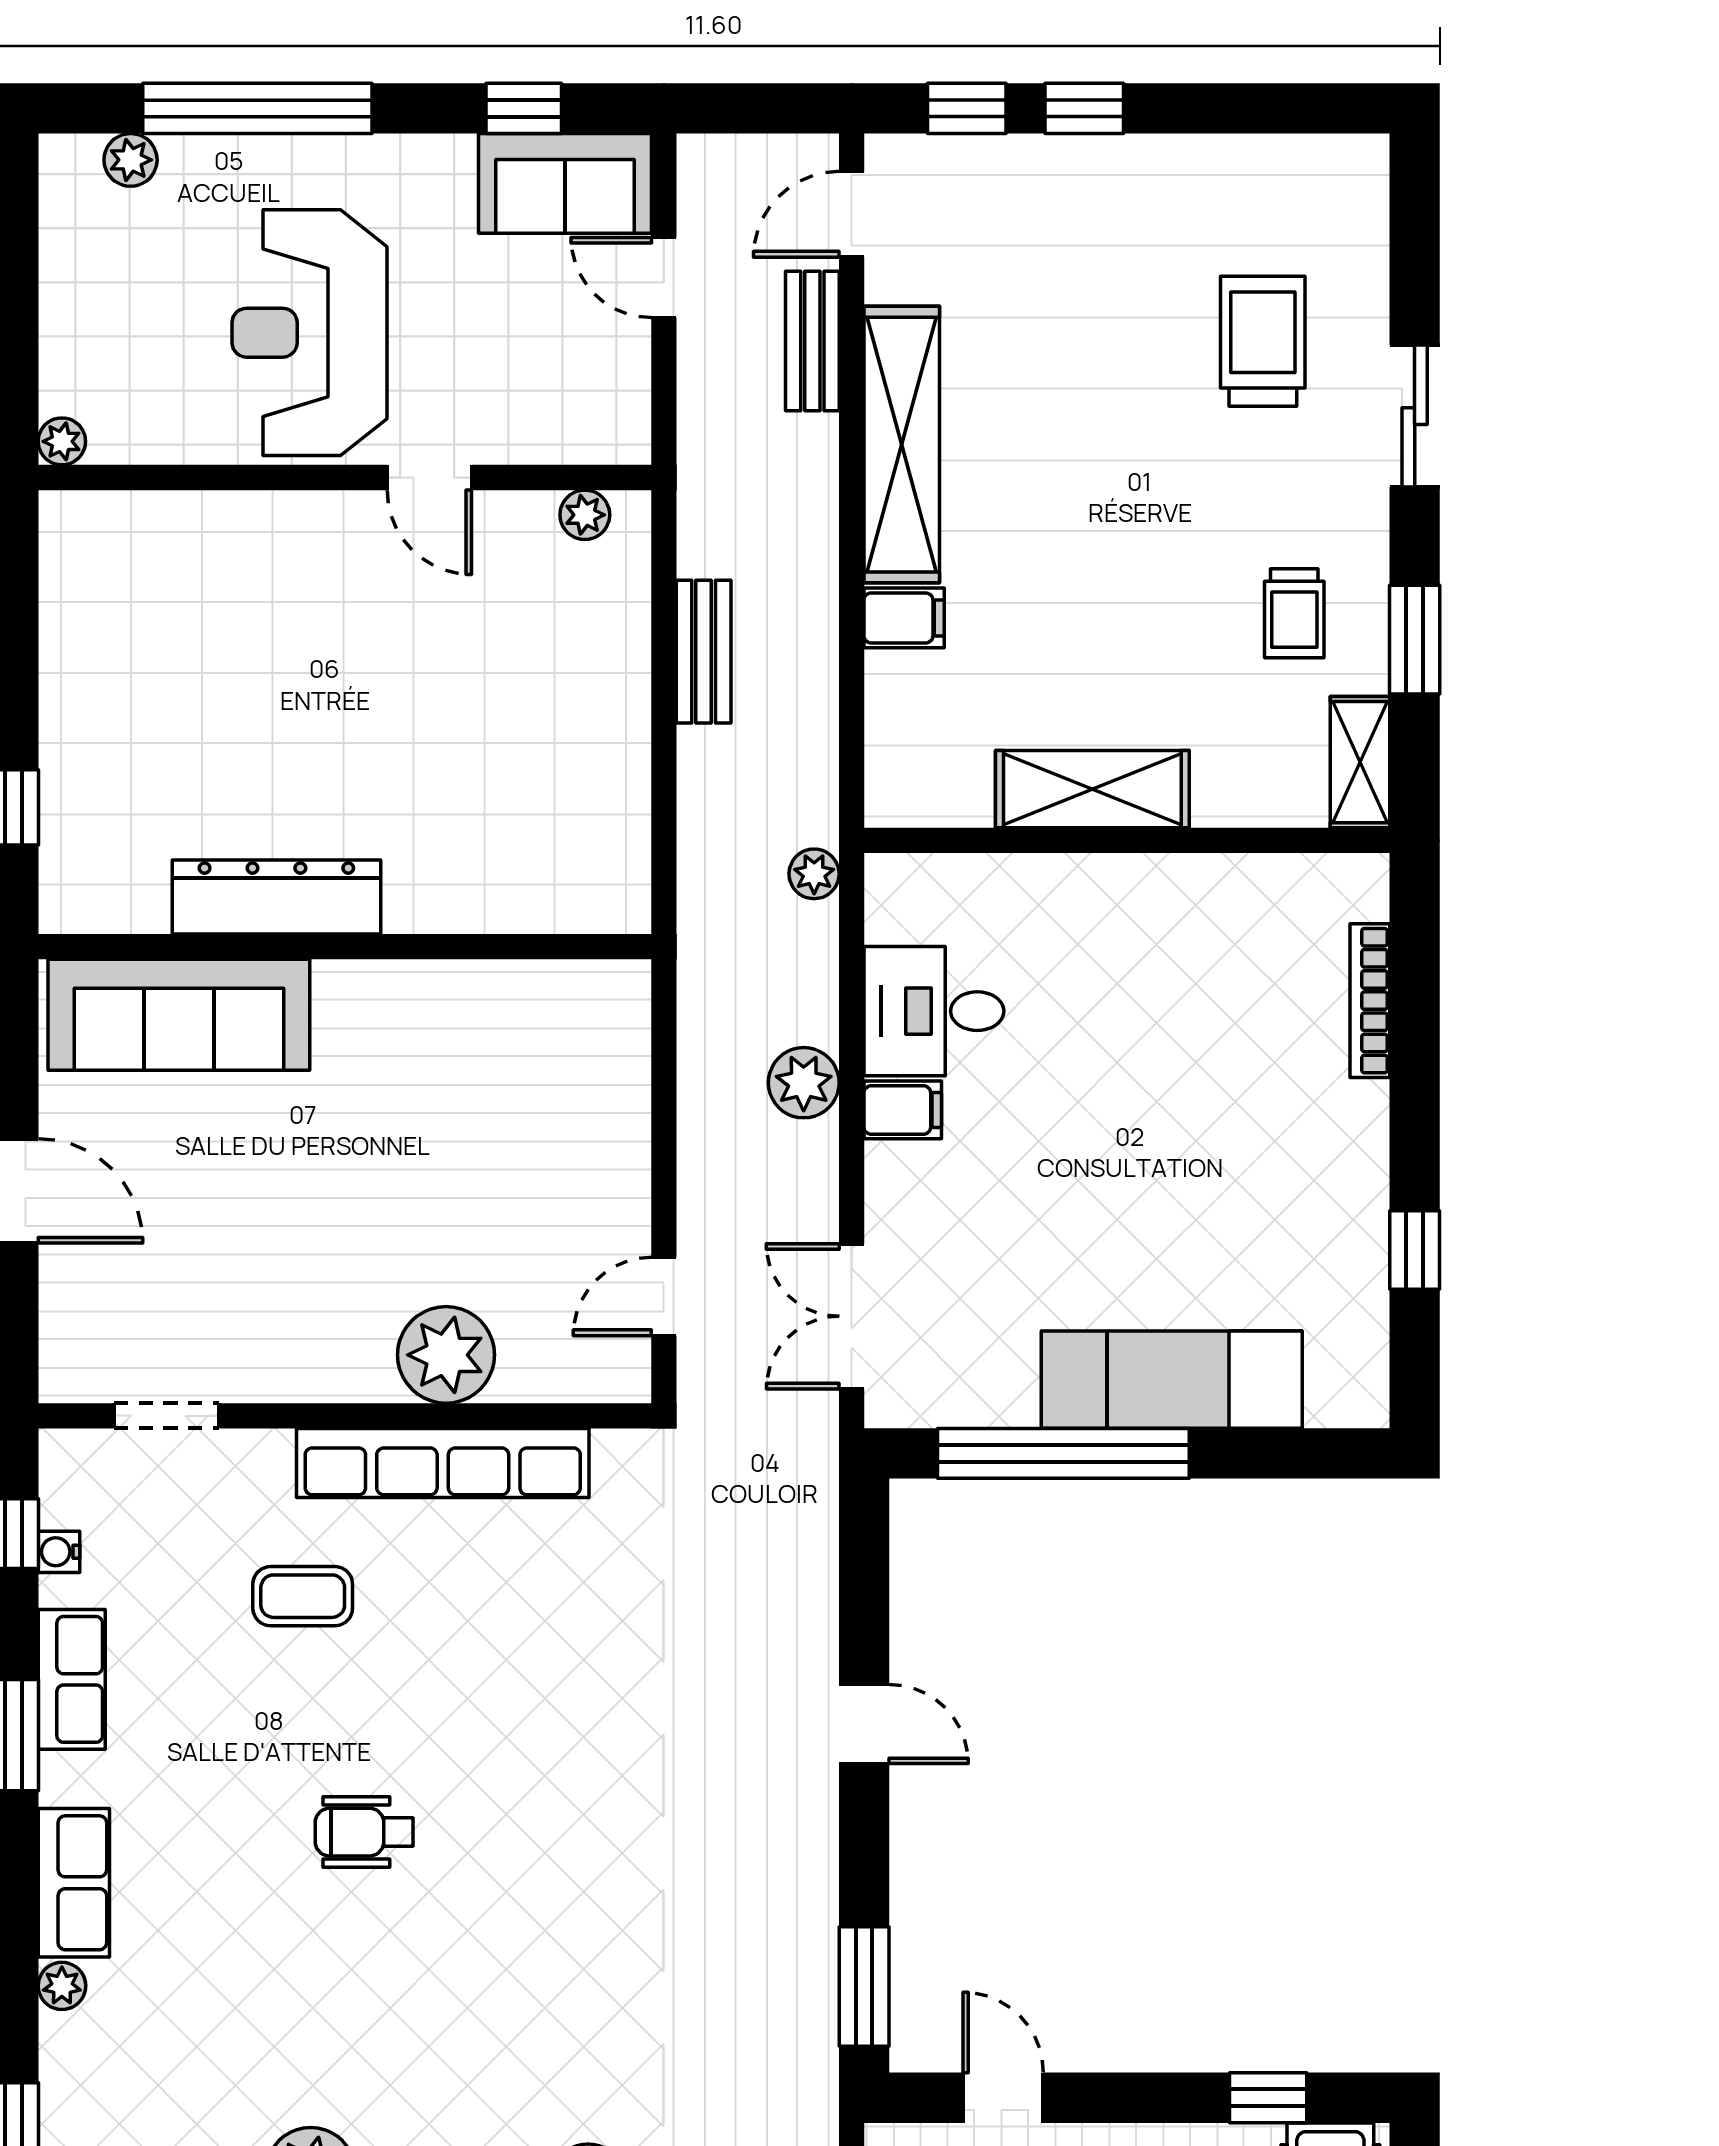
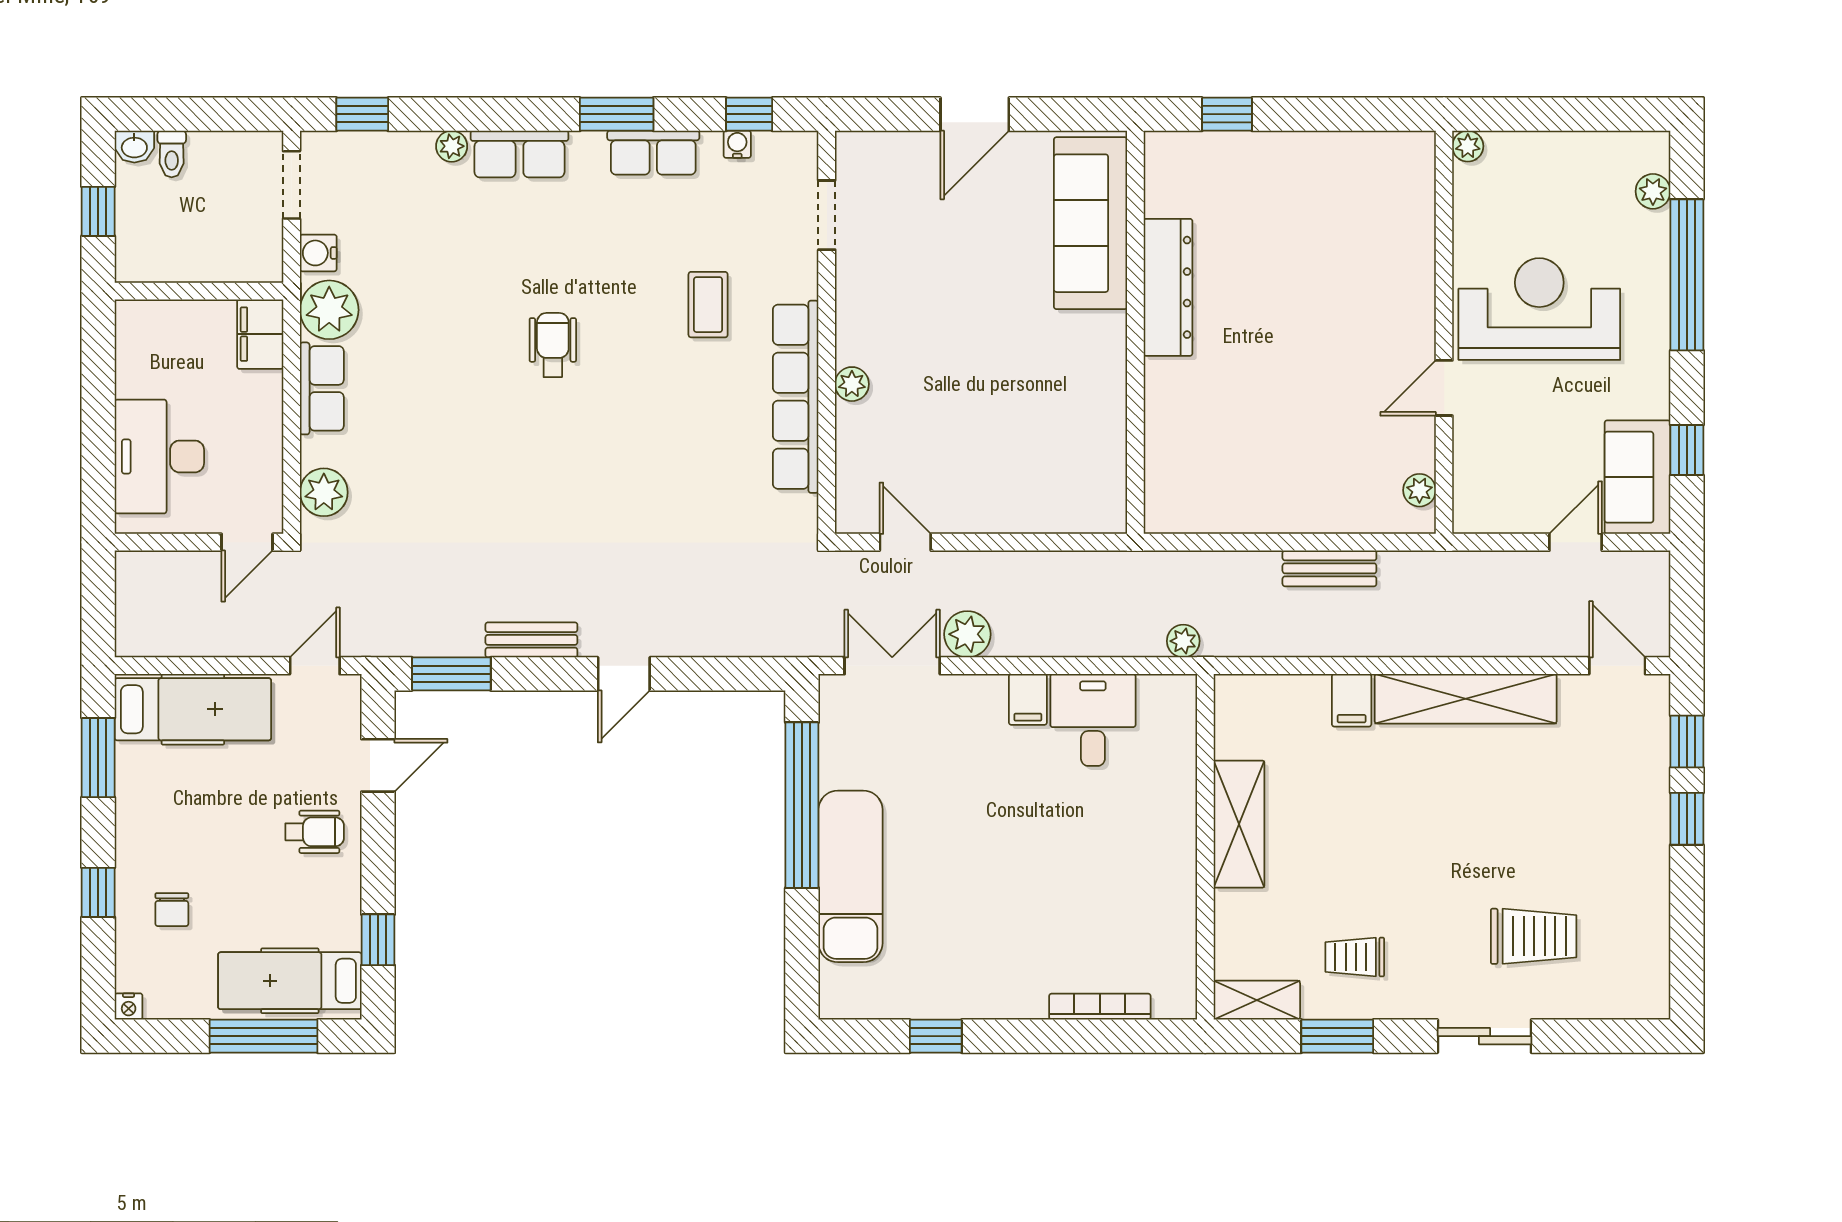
bench: (812, 341) -> (531, 640), moved
plant: (804, 1083) -> (967, 634), moved
plant: (446, 1355) -> (852, 384), width x0.53, depth x0.53

